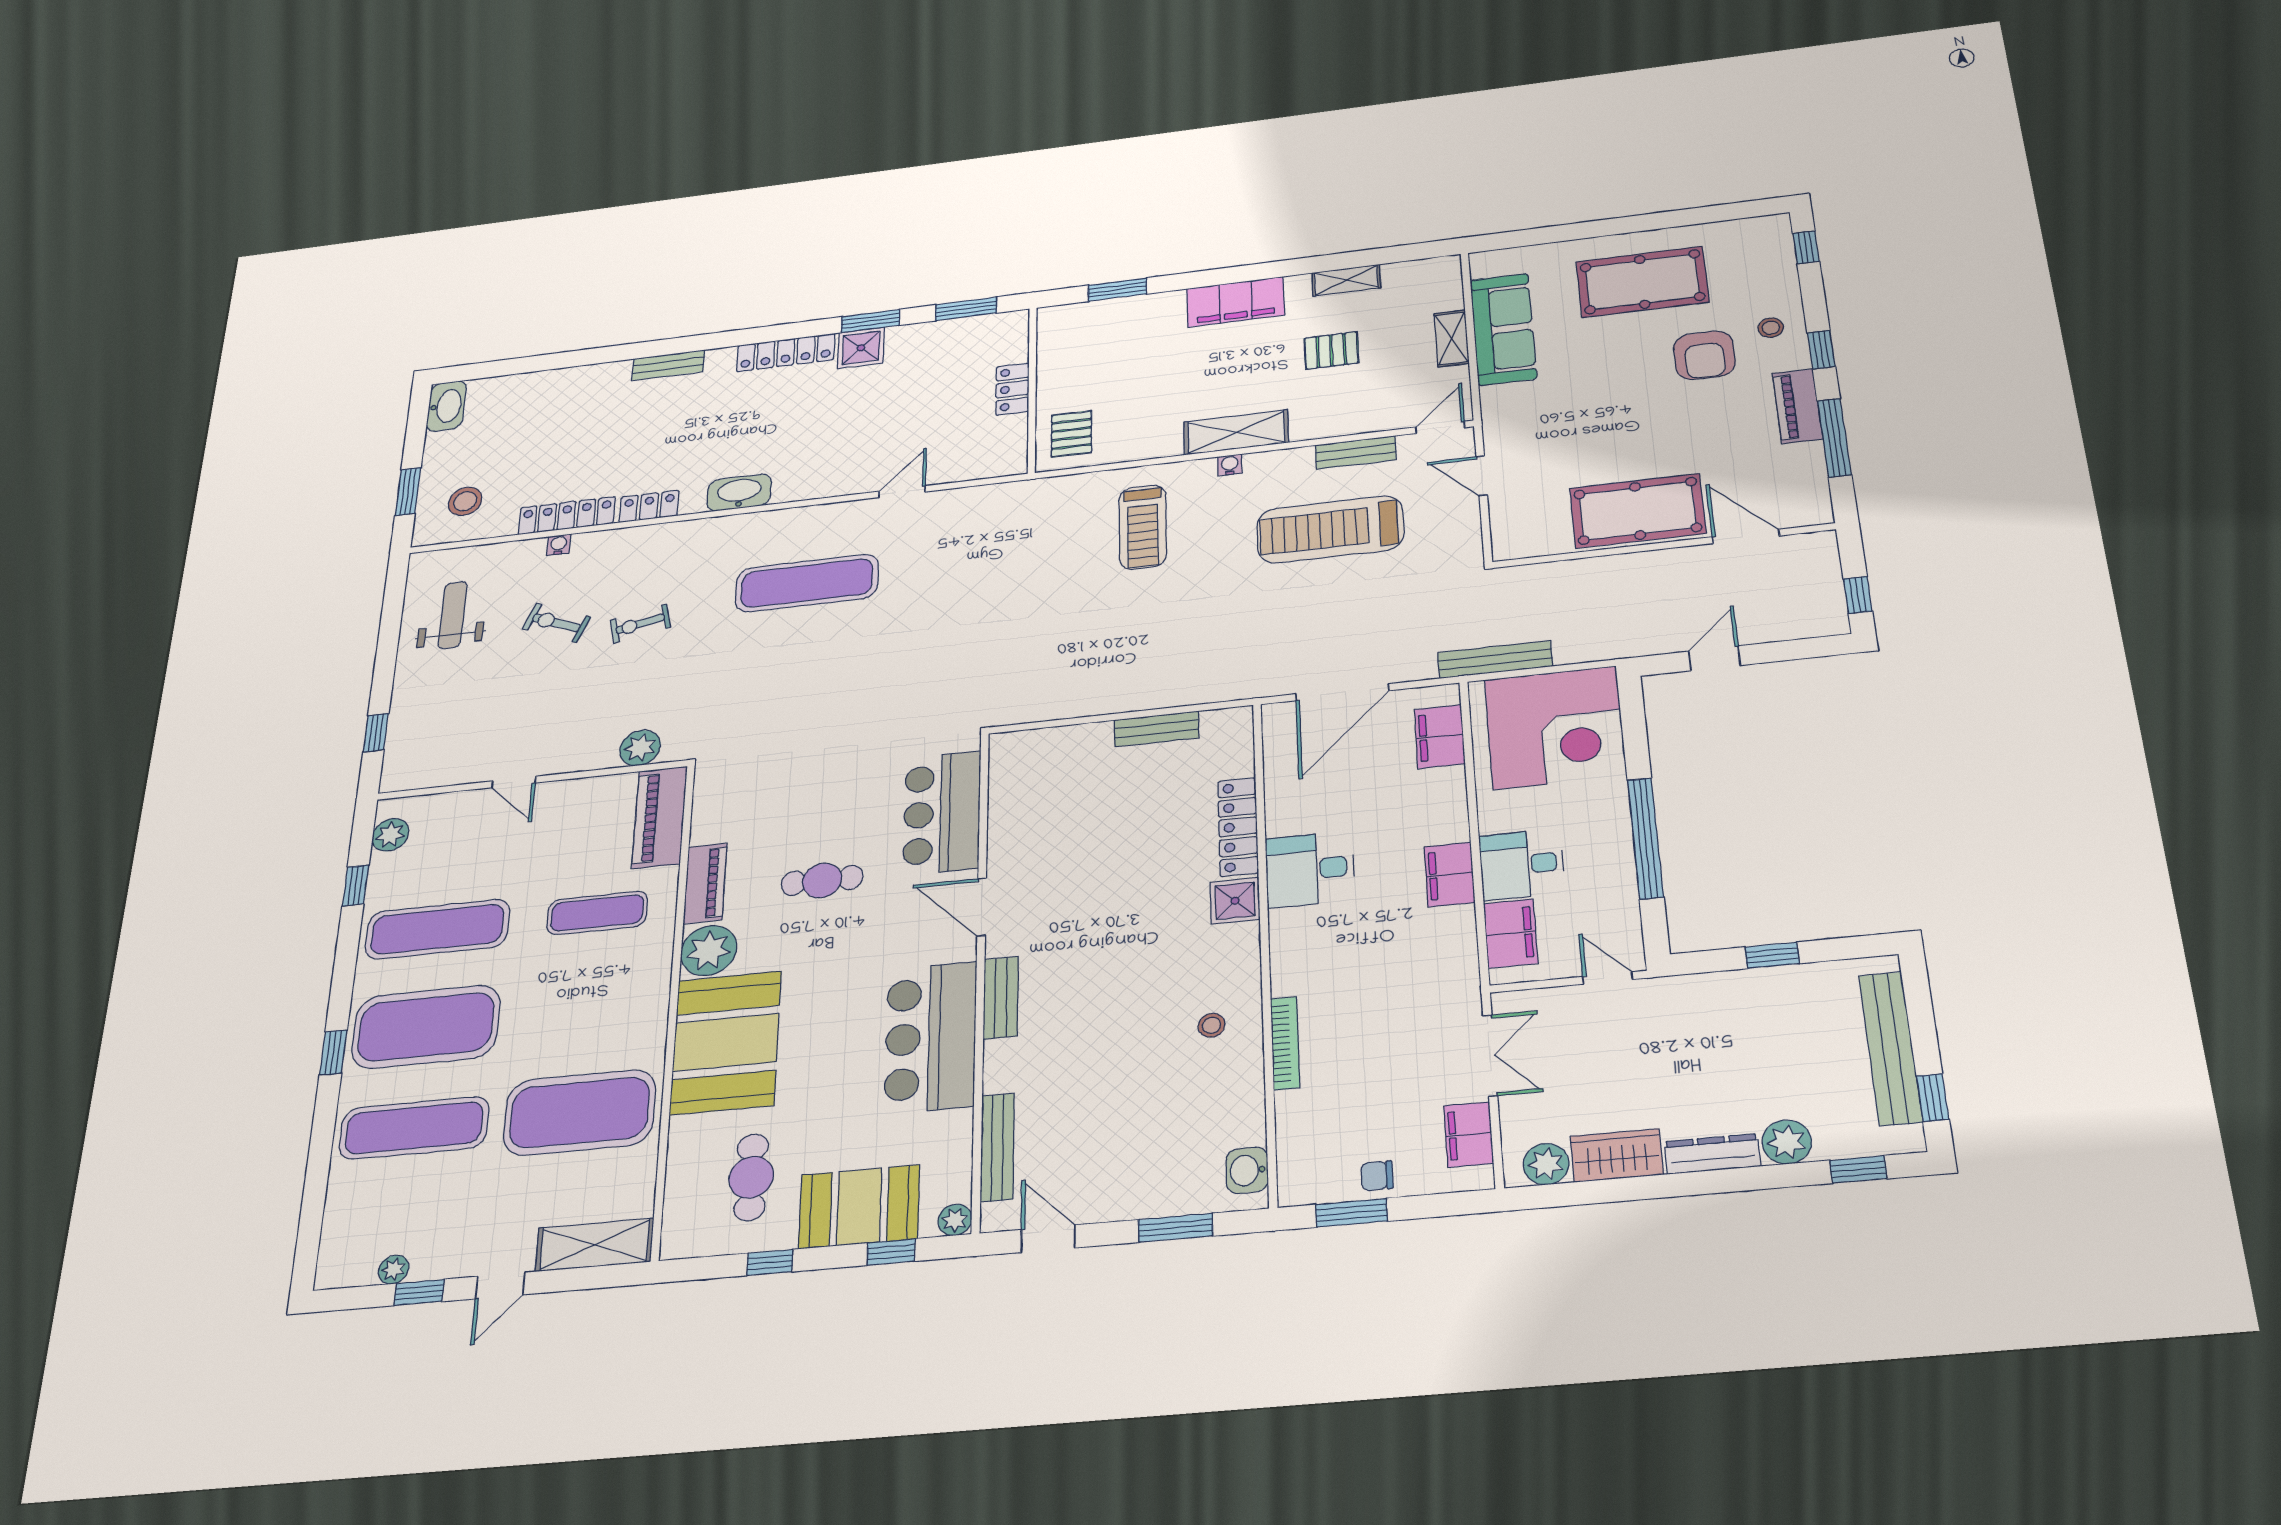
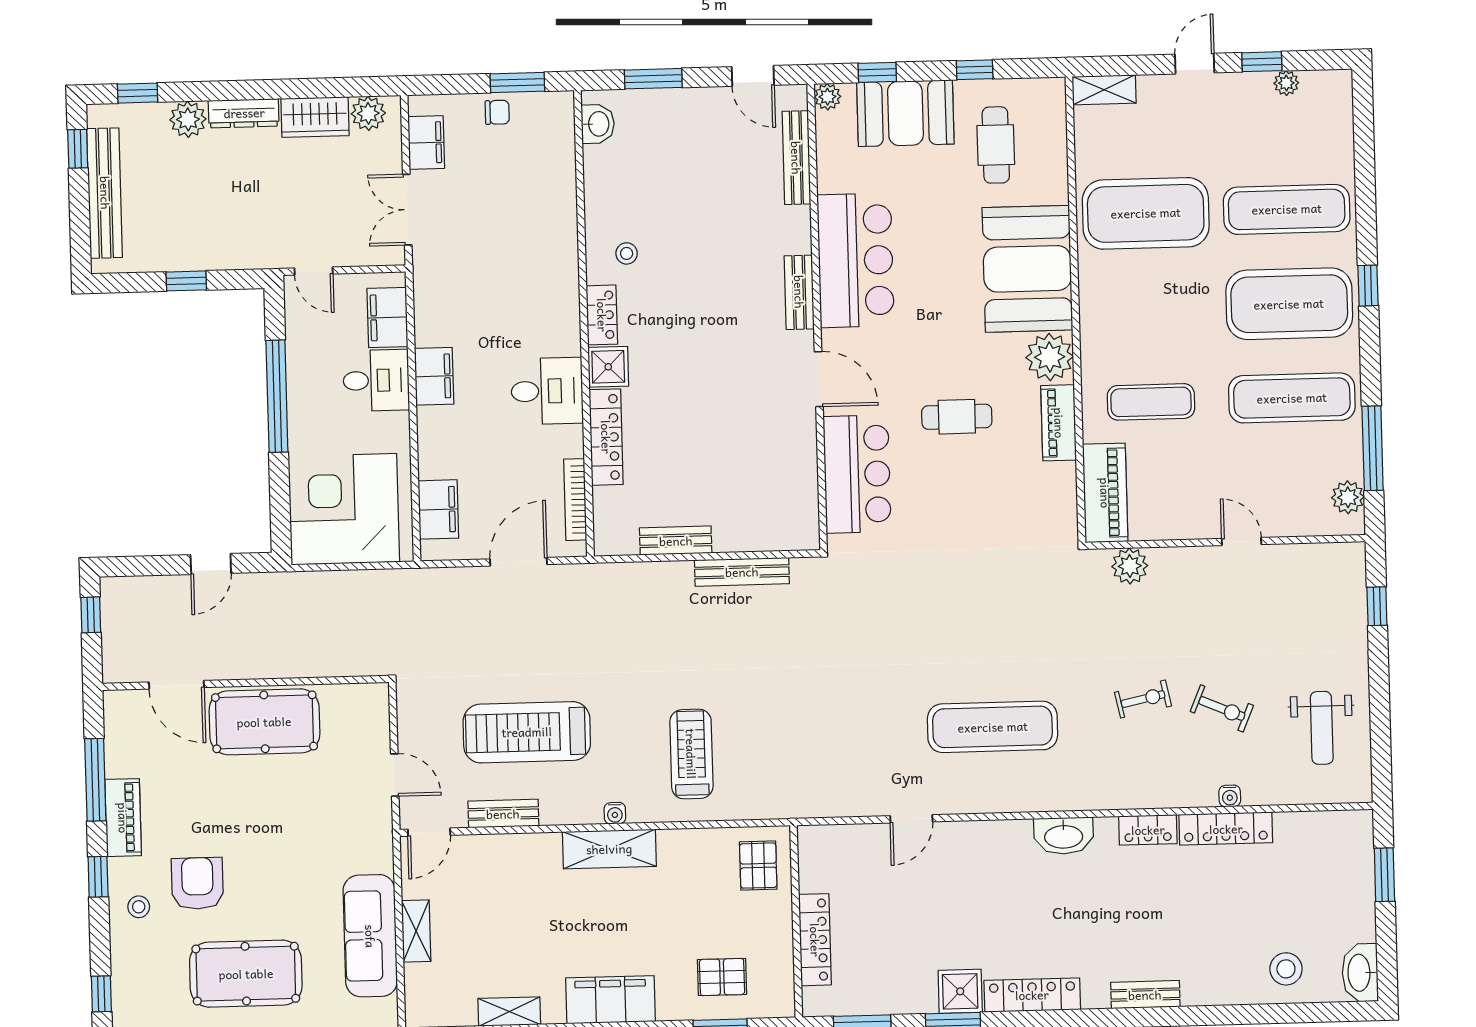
pallet: (1331, 351) -> (722, 977), moved
locker: (1012, 389) -> (815, 940), width x1.53
stool: (465, 501) -> (1286, 969), moved
treadmill: (1330, 529) -> (527, 732), turned 180
bench: (1495, 659) -> (742, 572), moved
door: (1342, 692) -> (518, 562), width x0.73
window: (356, 886) -> (1373, 448), width x2.17
locker: (1243, 956) -> (602, 315), added
bookcase: (1285, 1043) -> (575, 500), moved
shelving: (595, 1245) -> (1104, 90), width x0.67, depth x0.75

